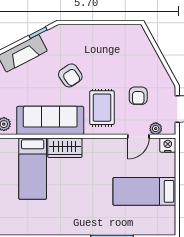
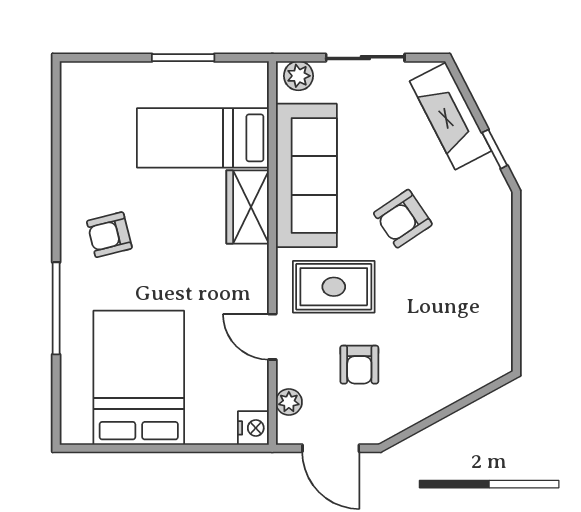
armchair: (138, 96) -> (359, 365), turned -90
door: (138, 136) -> (272, 337), moved
bed: (144, 191) -> (139, 378), width x1.50
armchair: (78, 212) -> (109, 235), added

